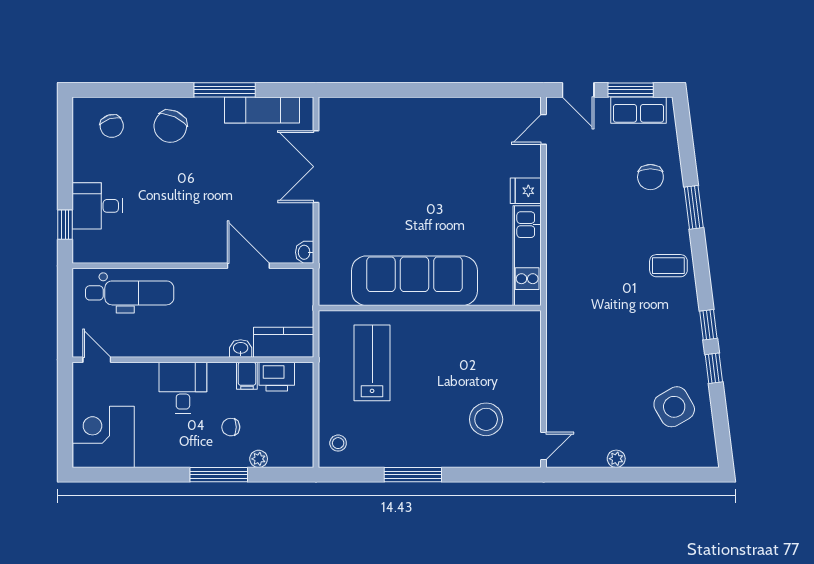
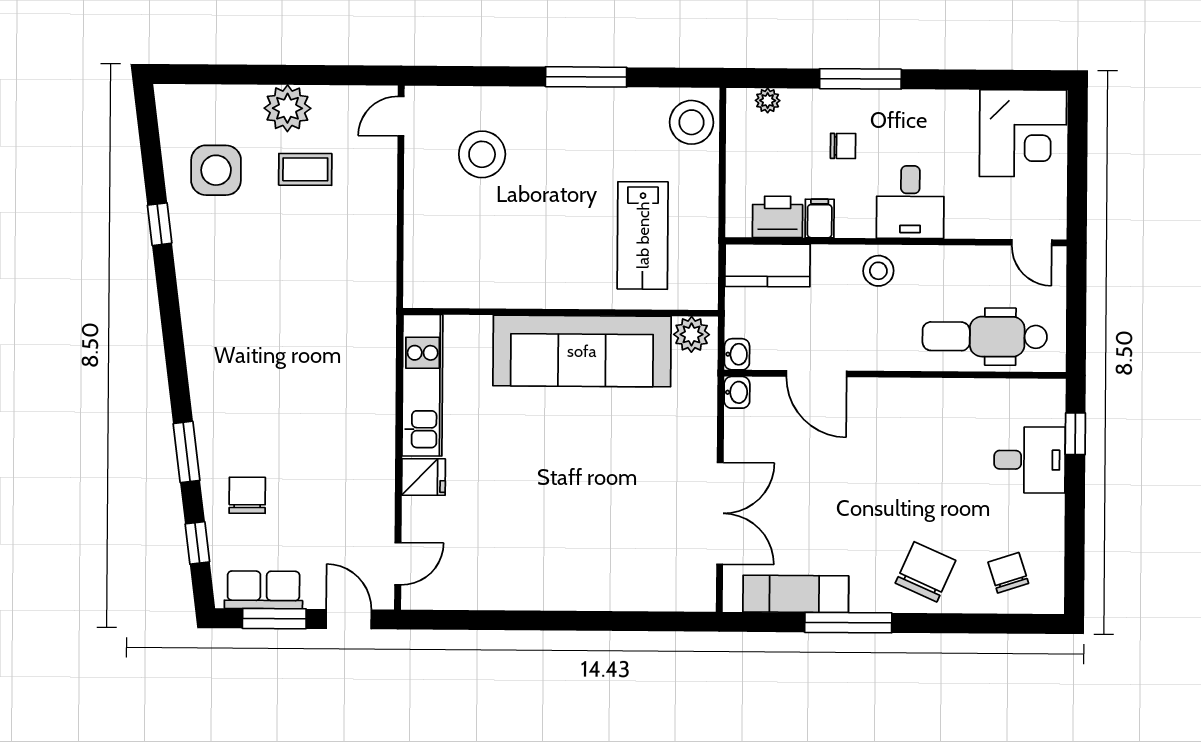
coffee table: (668, 266) -> (305, 169), moved
plant: (337, 293) -> (692, 334), added
window: (708, 325) -> (197, 543), moved
stool: (205, 339) -> (878, 271), added
washbasin: (241, 348) -> (737, 354), moved, turned -90
side table: (674, 407) -> (216, 170), turned 30
stool: (338, 443) -> (692, 122), width x1.89, depth x1.89
plant: (259, 459) -> (768, 101), moved
plant: (616, 459) -> (287, 108), width x1.88, depth x1.88

